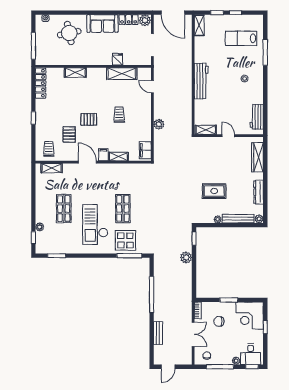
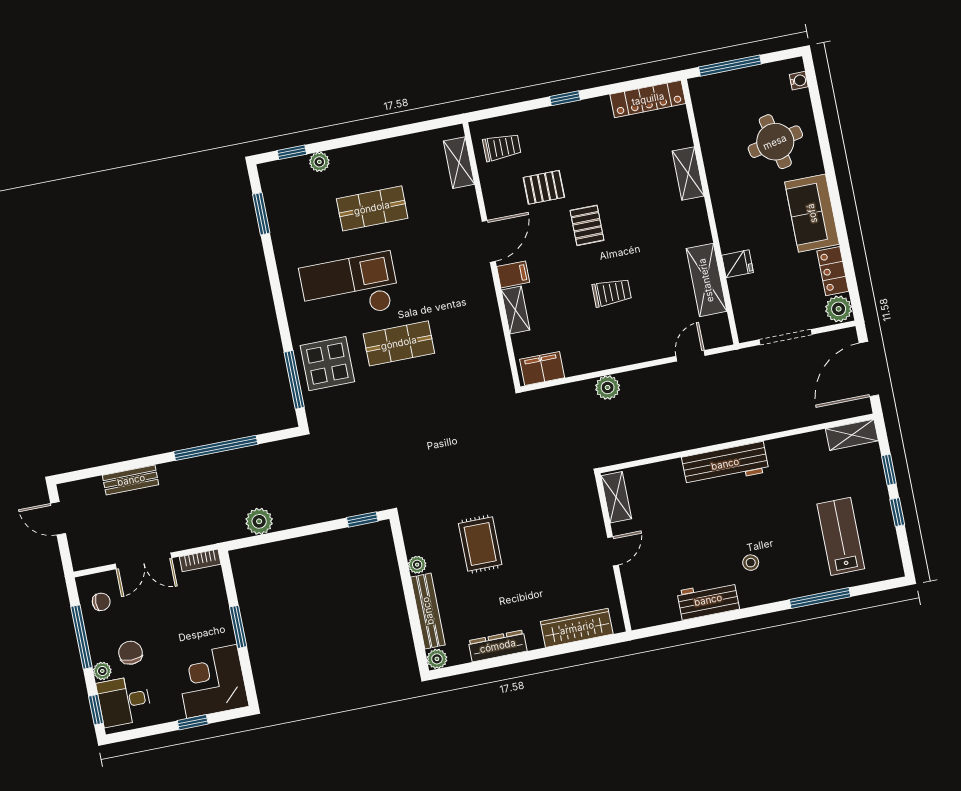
workbench: (257, 117) -> (708, 600), moved
plant: (186, 257) -> (259, 521), moved
chair: (219, 321) -> (130, 653), moved

